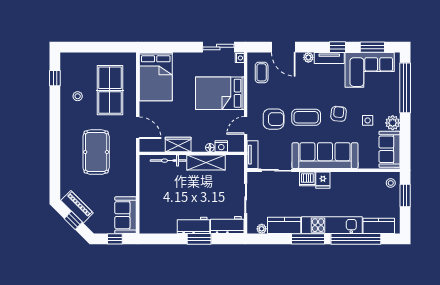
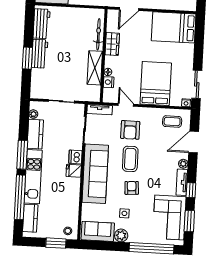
armchair: (339, 114) -> (132, 188), turned -100
workbench: (227, 225) -> (42, 24), moved

